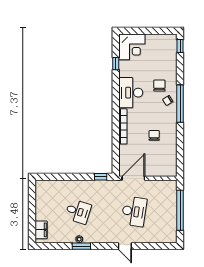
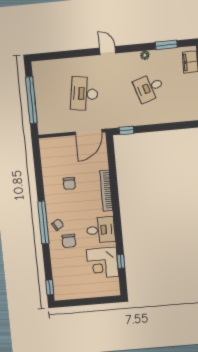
corner desk: (132, 47) -> (103, 263), moved, turned -90
desk: (131, 93) -> (101, 230), width x0.73
desk: (78, 211) -> (149, 88), turned -36
window: (81, 246) -> (166, 45), moved
door: (125, 246) -> (108, 51), moved

